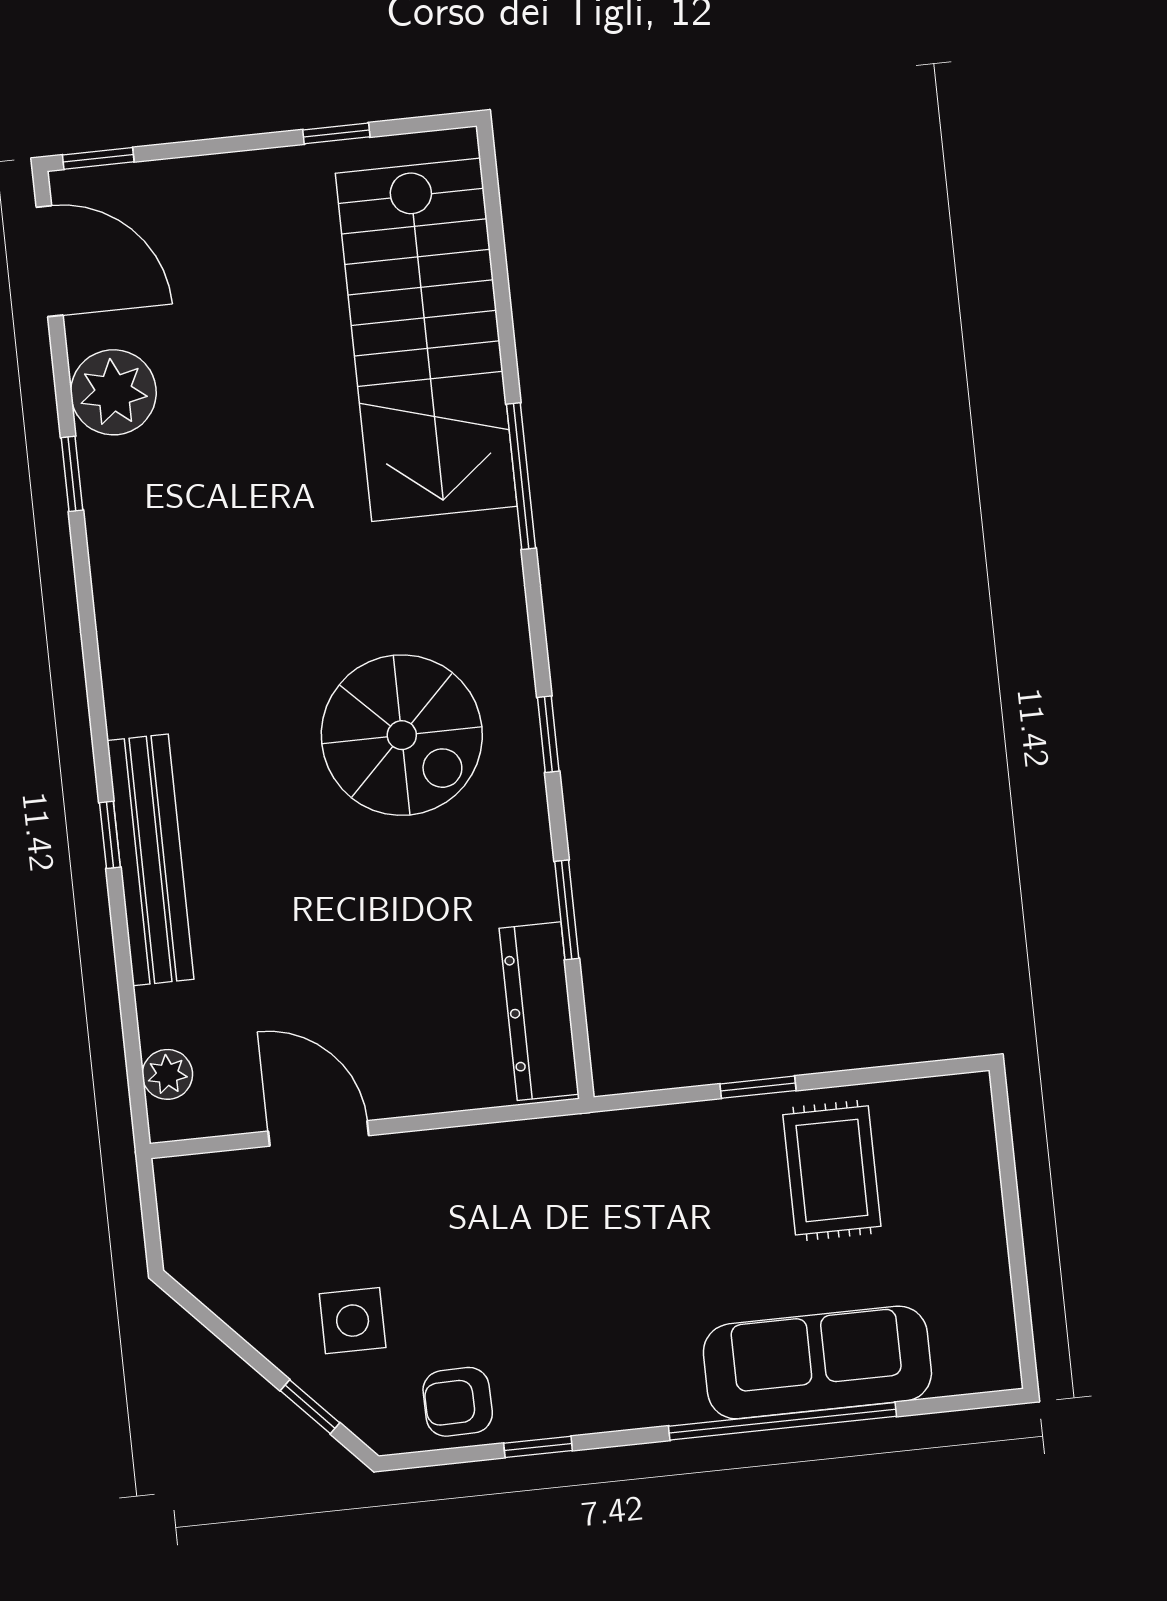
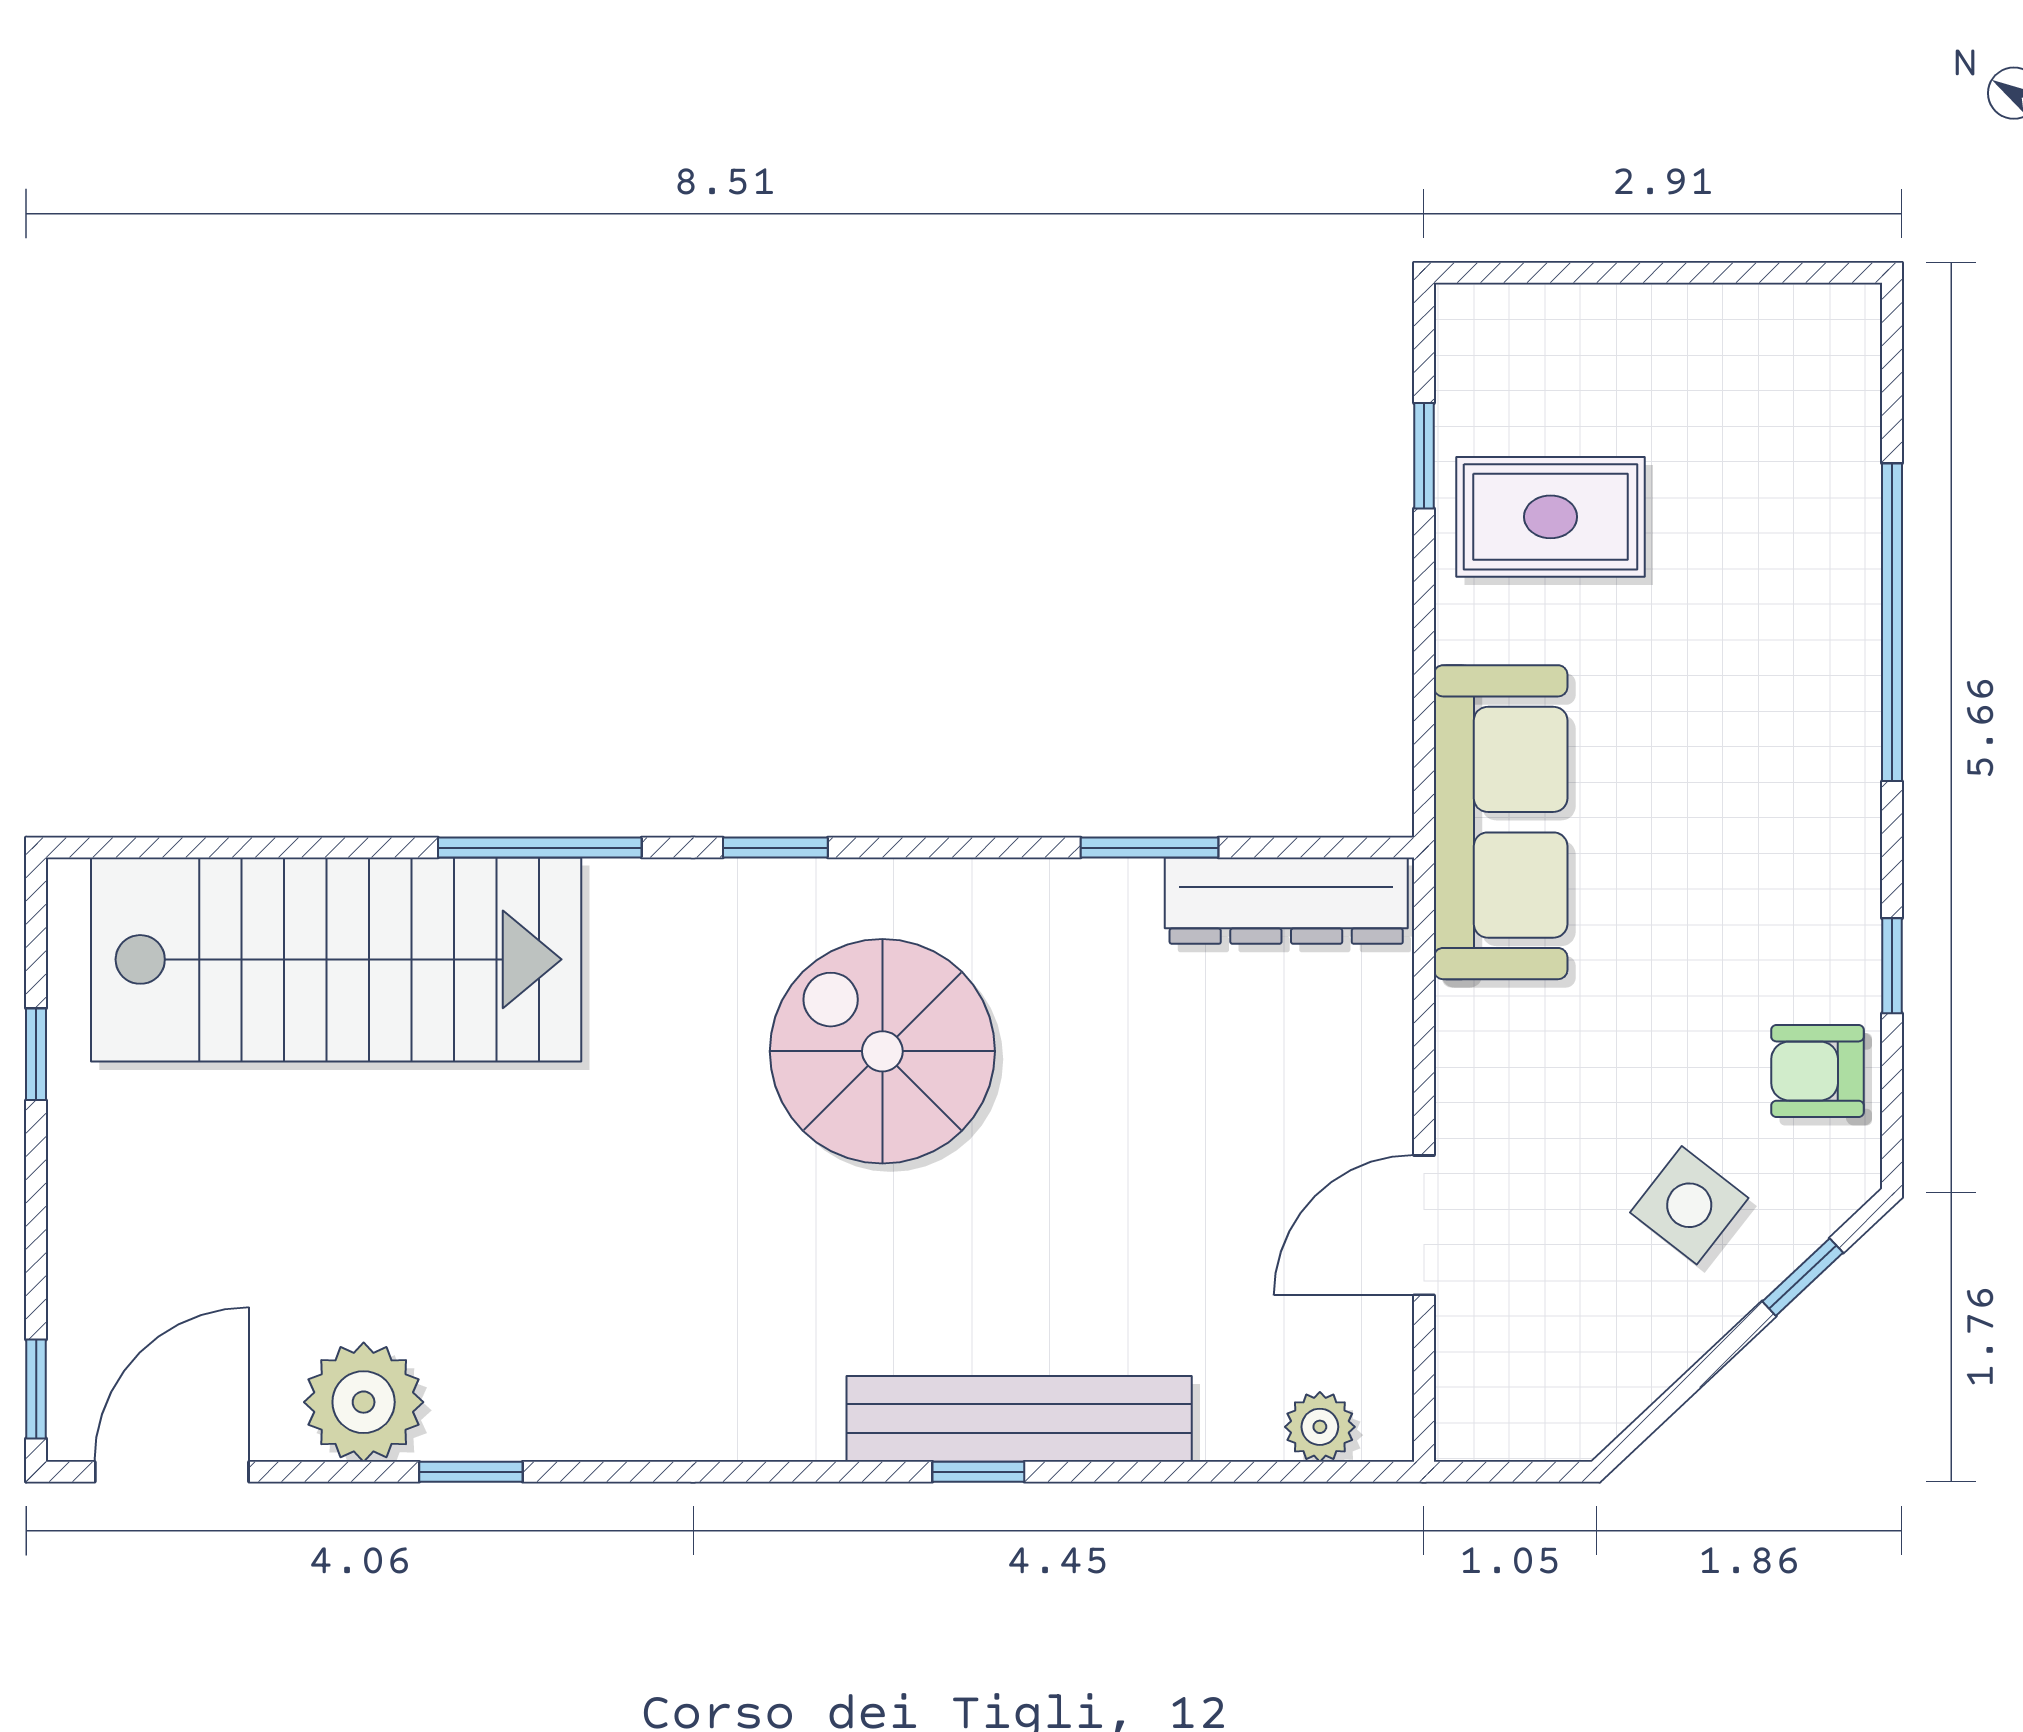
window: (548, 734) -> (775, 848), moved
spiral stairs: (402, 735) -> (882, 1051), turned -90
window: (758, 1087) -> (1424, 456), moved
side table: (353, 1321) -> (1689, 1205), turned 38
sofa: (817, 1362) -> (1501, 822), moved, turned 180
armchair: (458, 1402) -> (1818, 1071), turned 91

